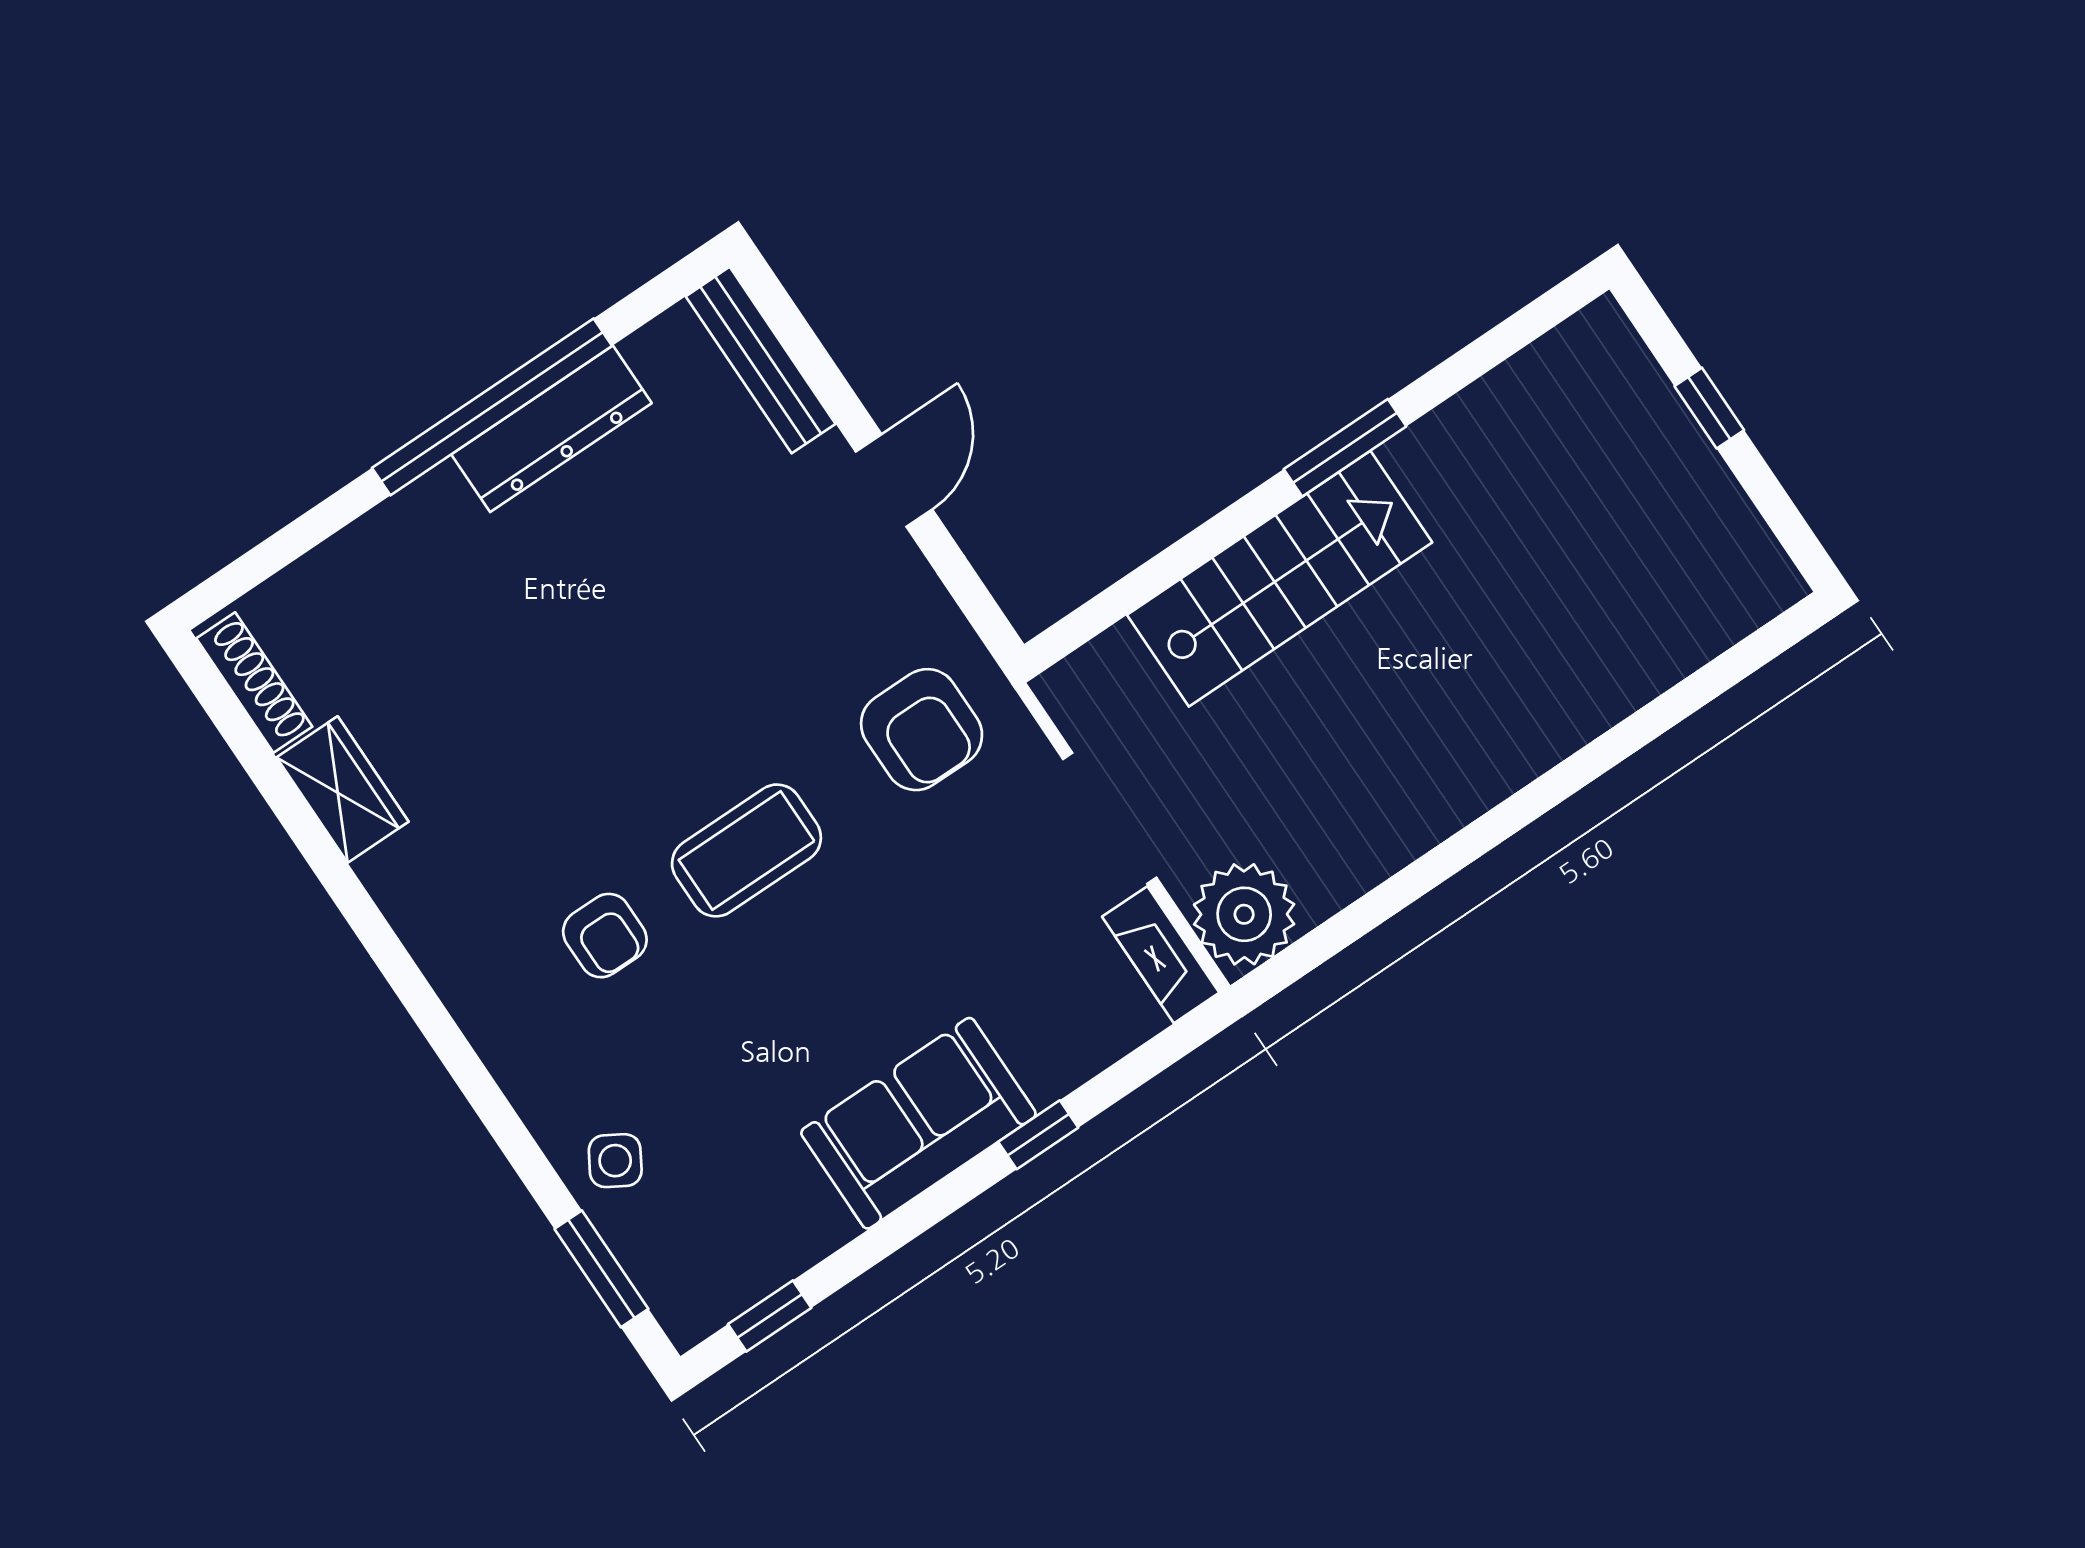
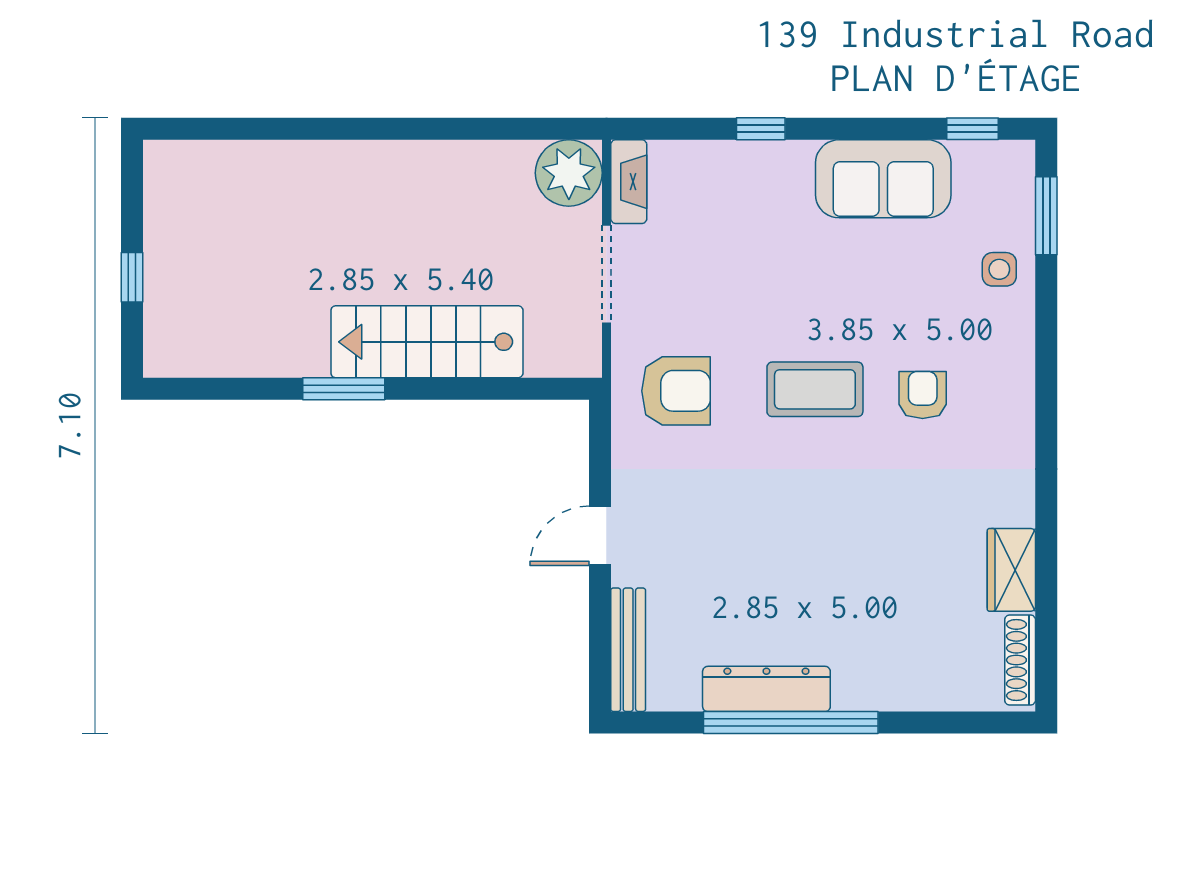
armchair: (922, 730) -> (676, 391), turned 90
sofa: (918, 1123) -> (883, 179), moved
side table: (615, 1161) -> (999, 269), turned -31

